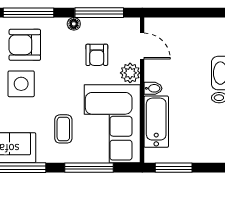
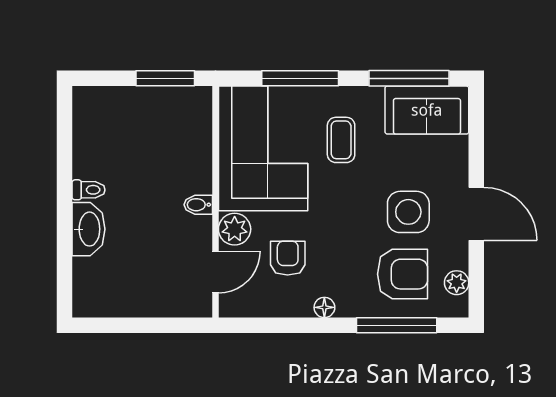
window: (99, 13) -> (284, 325), removed
door: (142, 46) -> (215, 272), swing flipped
bathtub: (156, 122) -> (193, 152), removed

